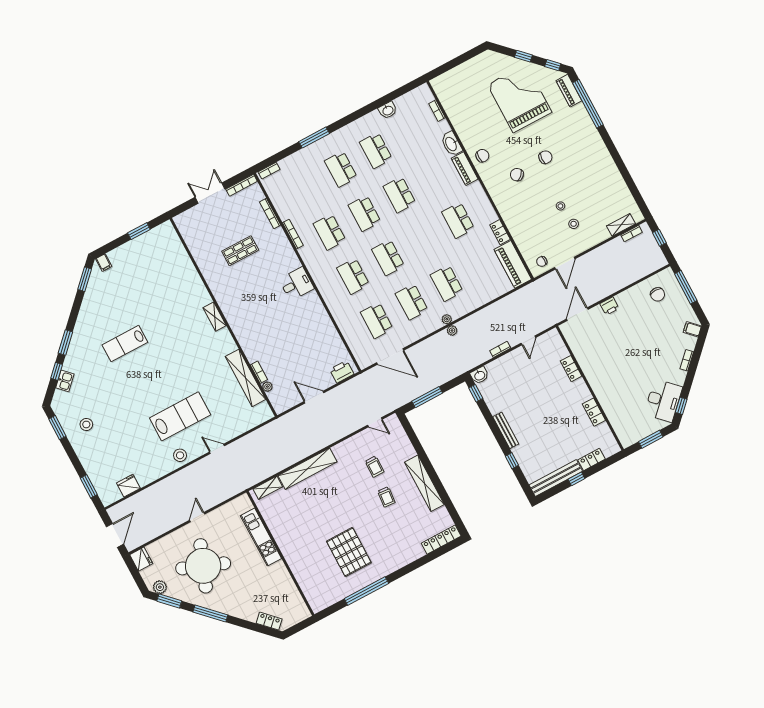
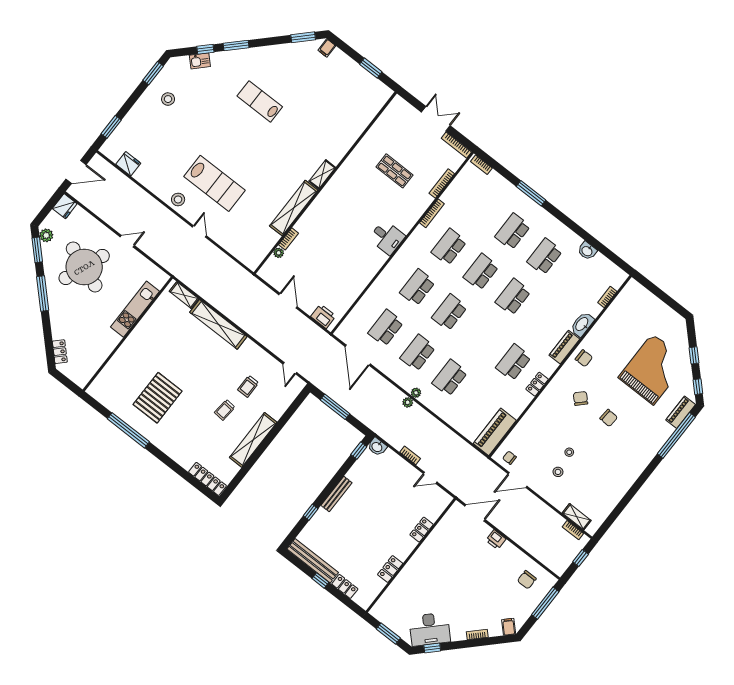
locker: (500, 232) -> (537, 384), moved
shelving: (245, 378) -> (294, 208), moved

